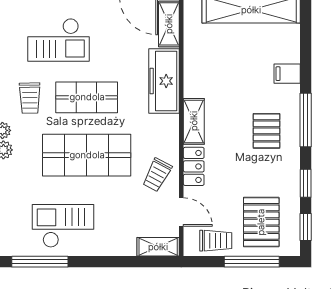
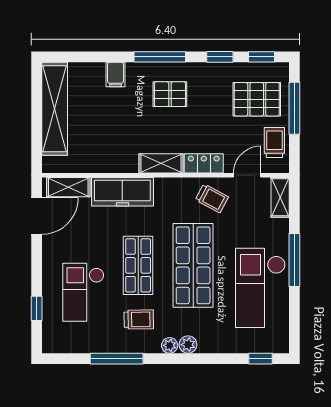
checkout: (58, 40) -> (83, 292), turned 180
checkout: (63, 226) -> (260, 288), width x1.36, depth x1.21
window: (40, 262) -> (294, 260), moved

